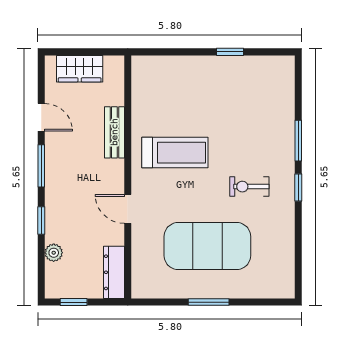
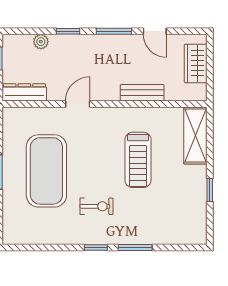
shelving: (165, 69) -> (195, 135), added
door: (41, 117) -> (155, 31), hinge flipped
treadmill: (175, 153) -> (138, 160), moved
exercise bike: (249, 187) -> (97, 206), turned 90

